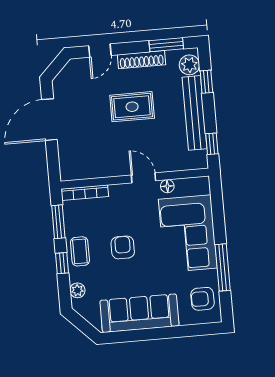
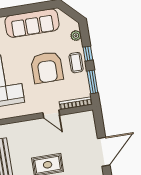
door: (143, 178) -> (51, 114), moved
floor lamp: (167, 186) -> (19, 112), removed
armchair: (123, 247) -> (47, 67), width x1.88, depth x1.88

